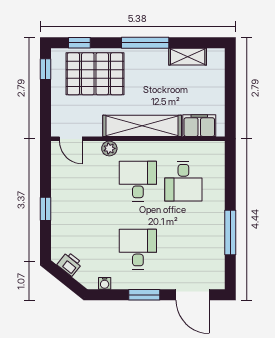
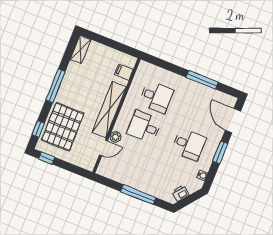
shelving: (188, 57) -> (81, 50), moved
filing cabinet: (199, 126) -> (124, 72), width x0.50
door: (71, 139) -> (104, 148), moved
window: (46, 209) -> (138, 195), width x2.17
desk: (138, 249) -> (189, 145), turned 180
door: (193, 295) -> (233, 121), swing flipped

